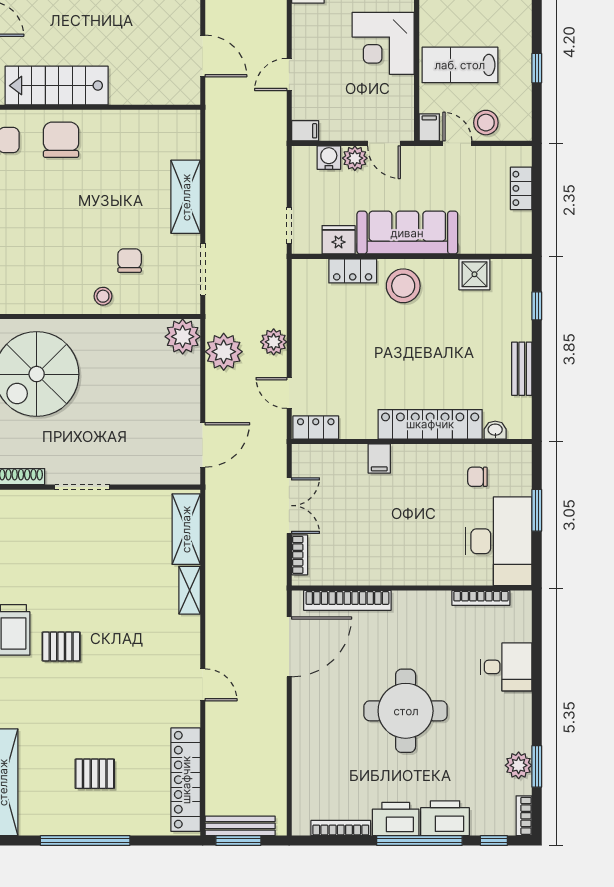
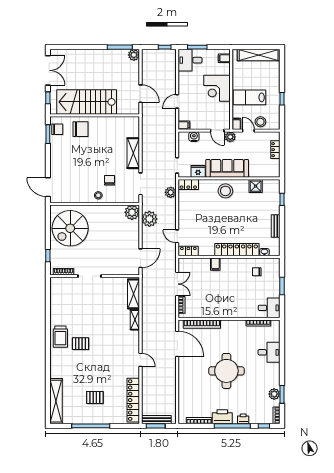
stairs: (57, 86) -> (87, 102), width x1.36, depth x1.51
chair: (61, 140) -> (81, 129), turned 90
plant: (355, 158) -> (230, 137), moved
locker: (353, 271) -> (188, 185), moved
plant: (274, 342) -> (171, 192), moved
desk: (499, 541) -> (269, 308), width x0.53, depth x0.77
door: (289, 647) -> (177, 344), hinge flipped
printer: (445, 818) -> (243, 419), width x0.53, depth x0.68

